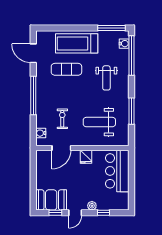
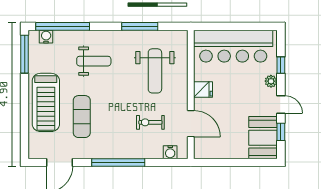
bar counter: (117, 171) -> (233, 46), width x1.36

